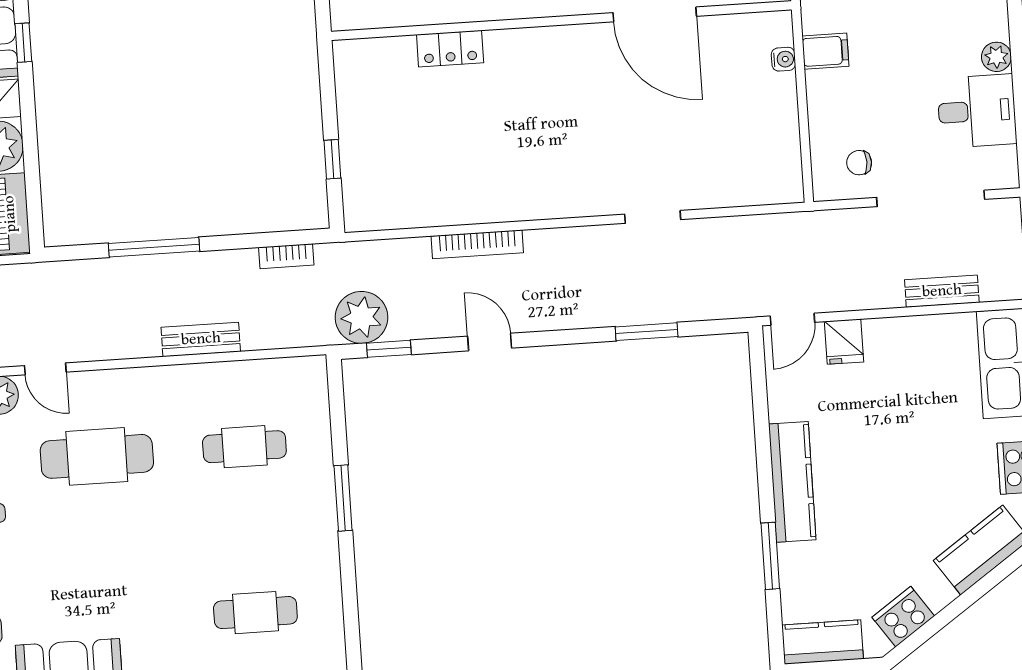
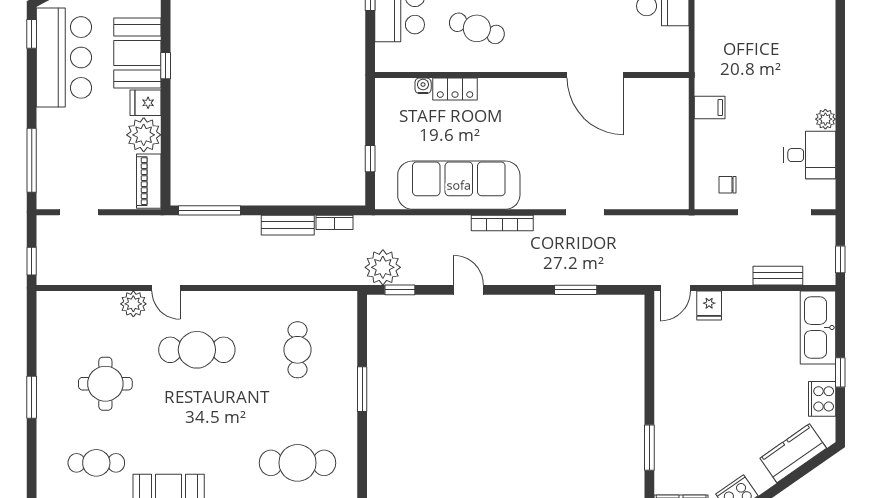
water cooler: (783, 59) -> (423, 86), moved, turned -90
sofa: (465, 189) -> (459, 185), added
bookcase: (477, 244) -> (502, 223), moved
window: (154, 247) -> (210, 210), moved
bench: (201, 339) -> (288, 225), moved
cafe table: (244, 447) -> (298, 350), turned 90
kitchen counter: (792, 482) -> (668, 398), removed
cafe table: (255, 613) -> (298, 463), width x1.37, depth x1.35

